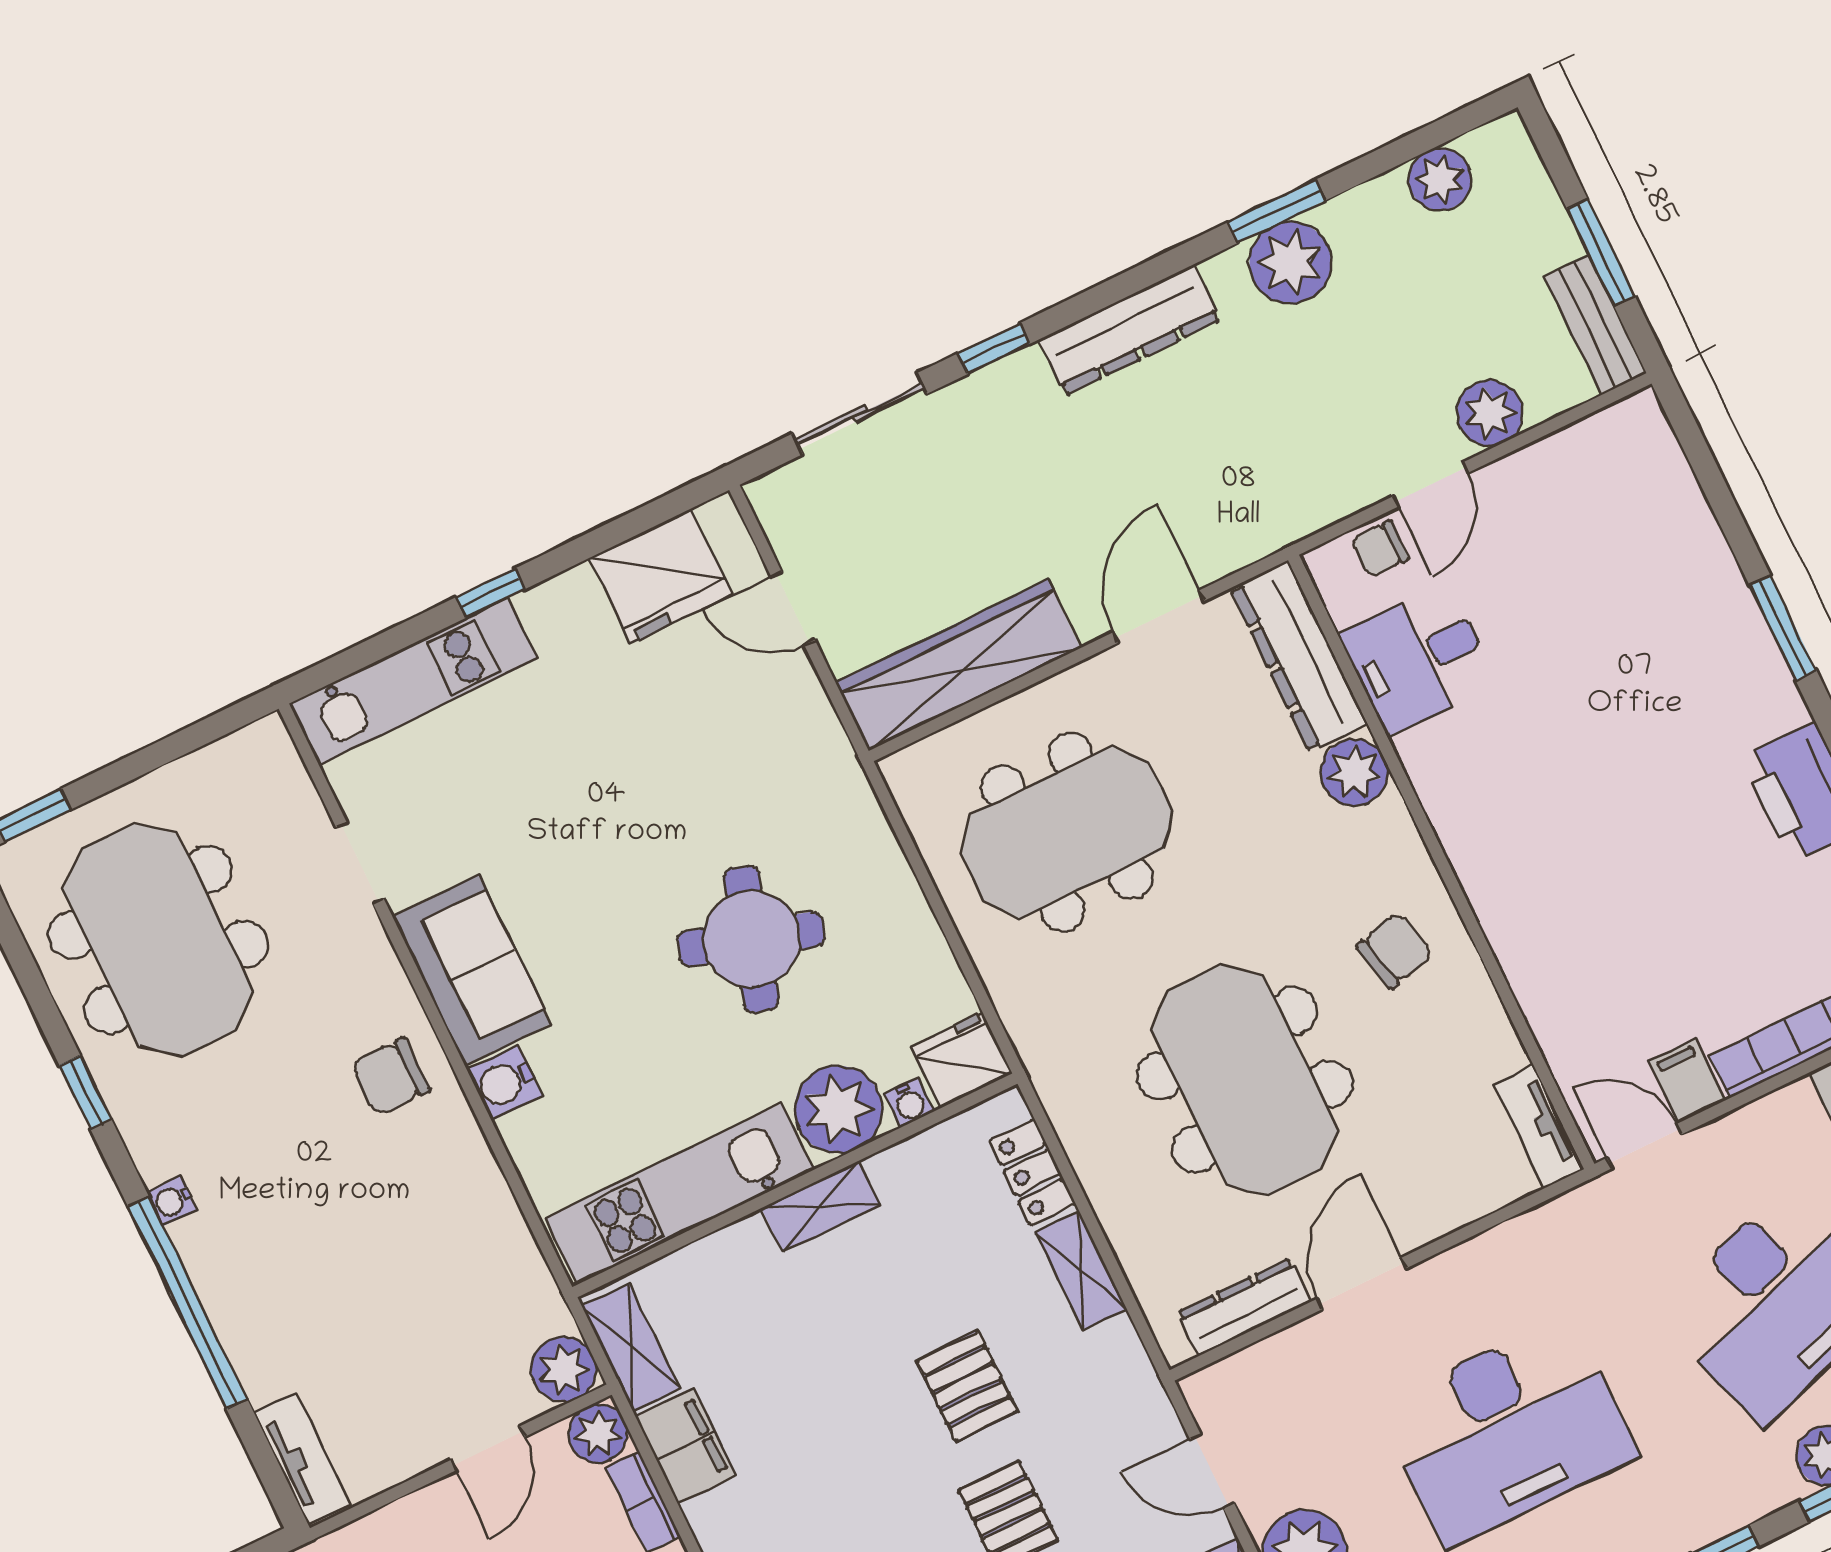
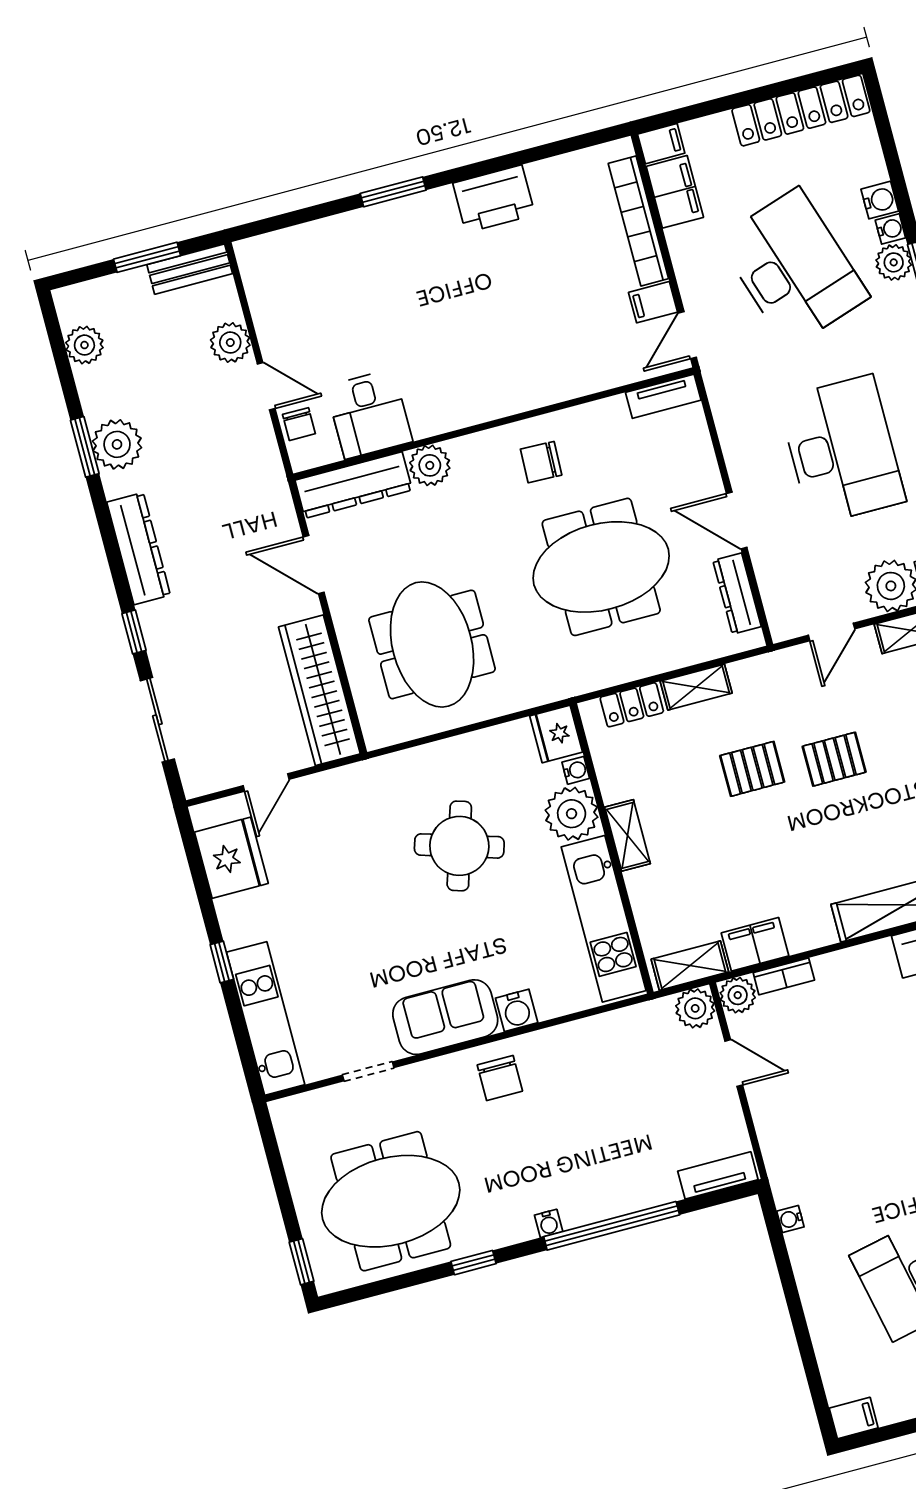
chair: (1395, 950) -> (541, 462), turned -74

